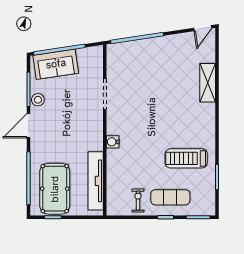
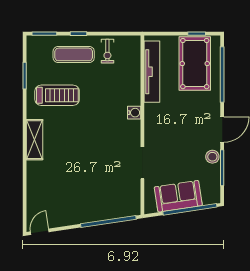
sofa: (56, 64) -> (178, 196), moved
shelving: (208, 83) -> (34, 140), moved

